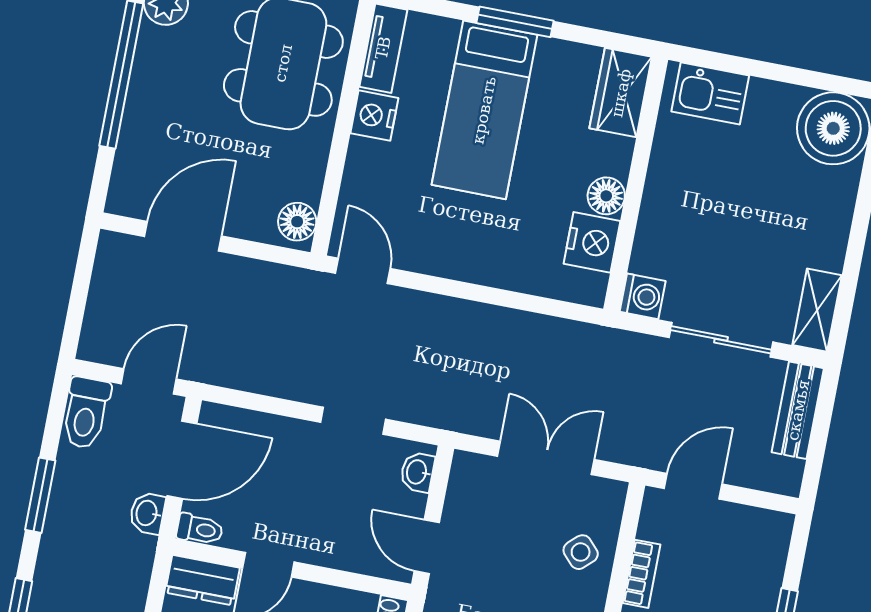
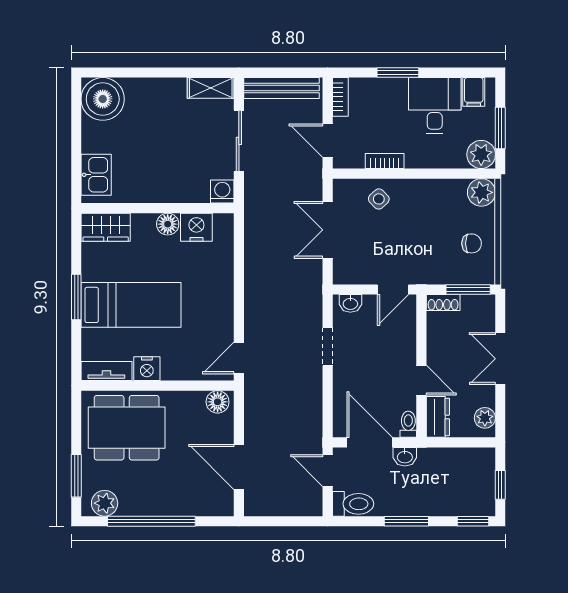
bench: (798, 410) -> (282, 88), width x1.36
bookcase: (761, 521) -> (340, 97), added

